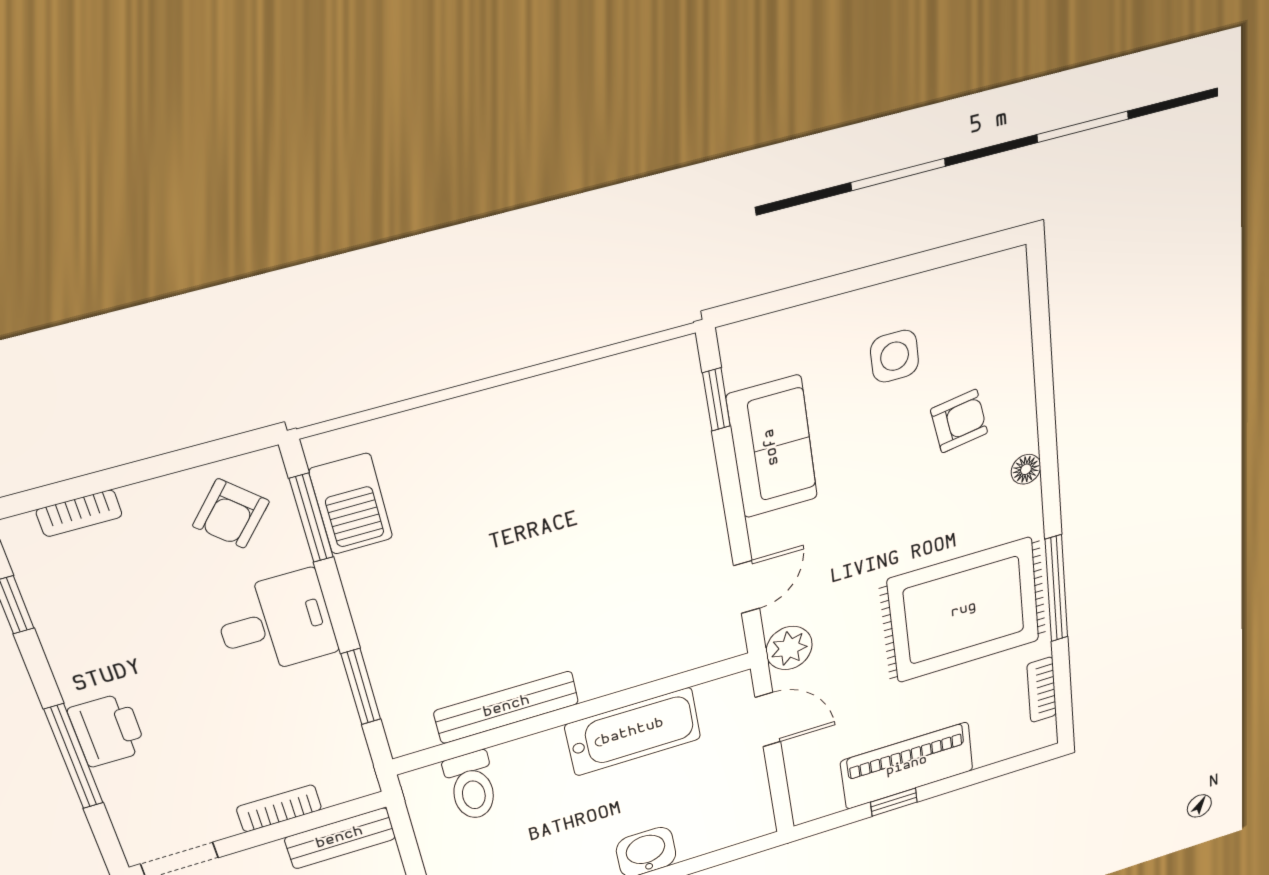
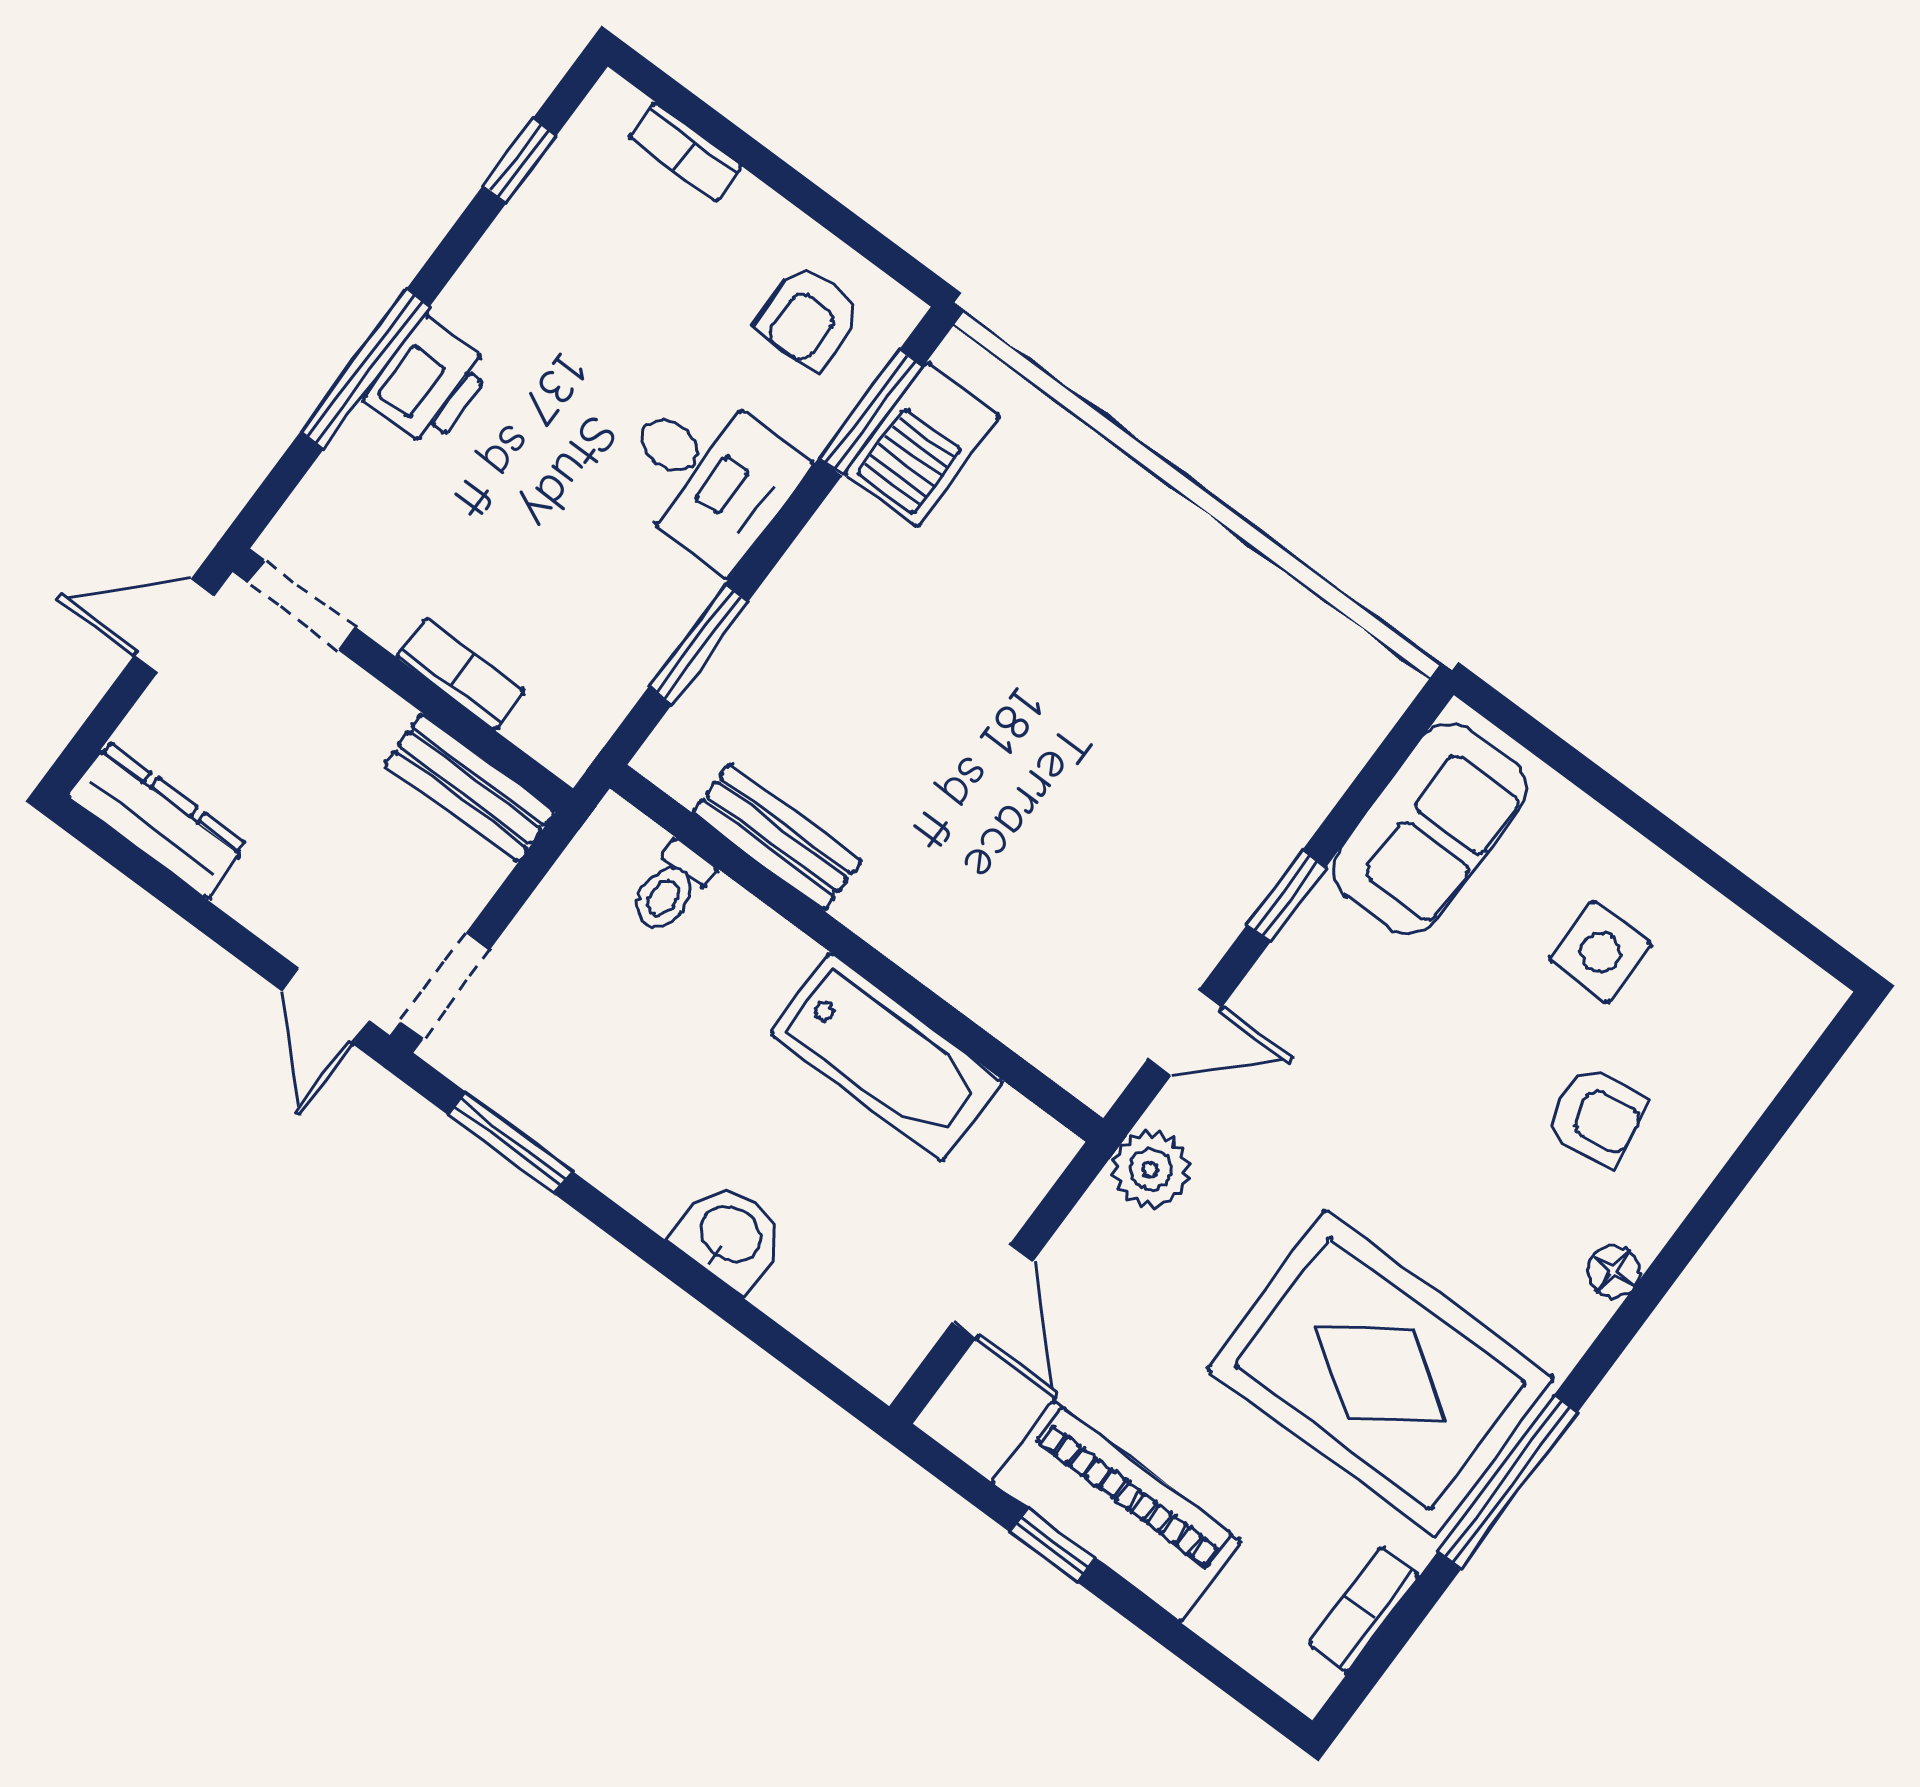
window: (716, 400) -> (1286, 896), moved
sofa: (772, 447) -> (1430, 828), moved
armchair: (231, 514) -> (808, 318), turned -42
bench: (507, 707) -> (777, 837), width x0.73
door: (768, 720) -> (993, 1291), moved
toilet: (472, 786) -> (671, 888), width x0.73, depth x0.72

